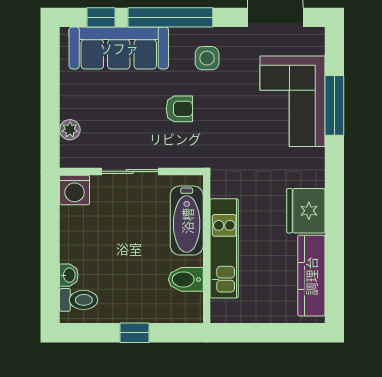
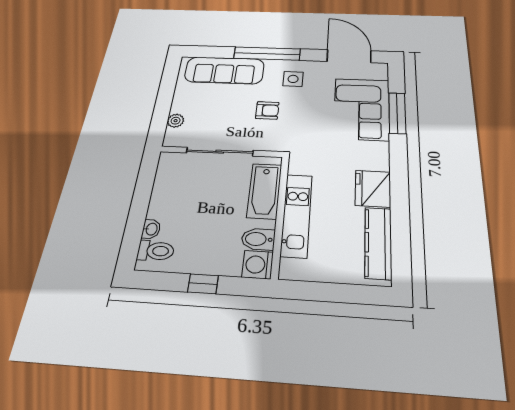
window: (101, 17) -> (214, 52), removed
sliding door: (130, 171) -> (220, 152), width x1.37
washing machine: (75, 190) -> (258, 265), moved, turned 90

